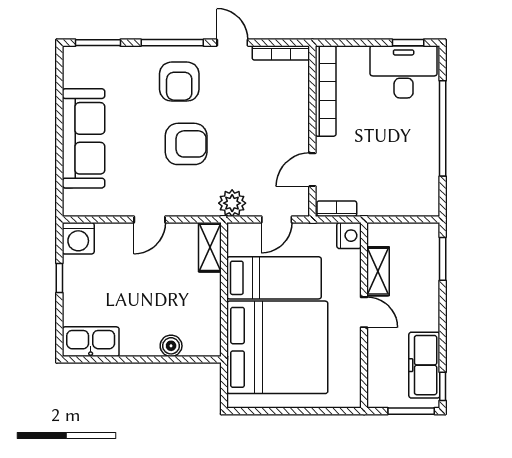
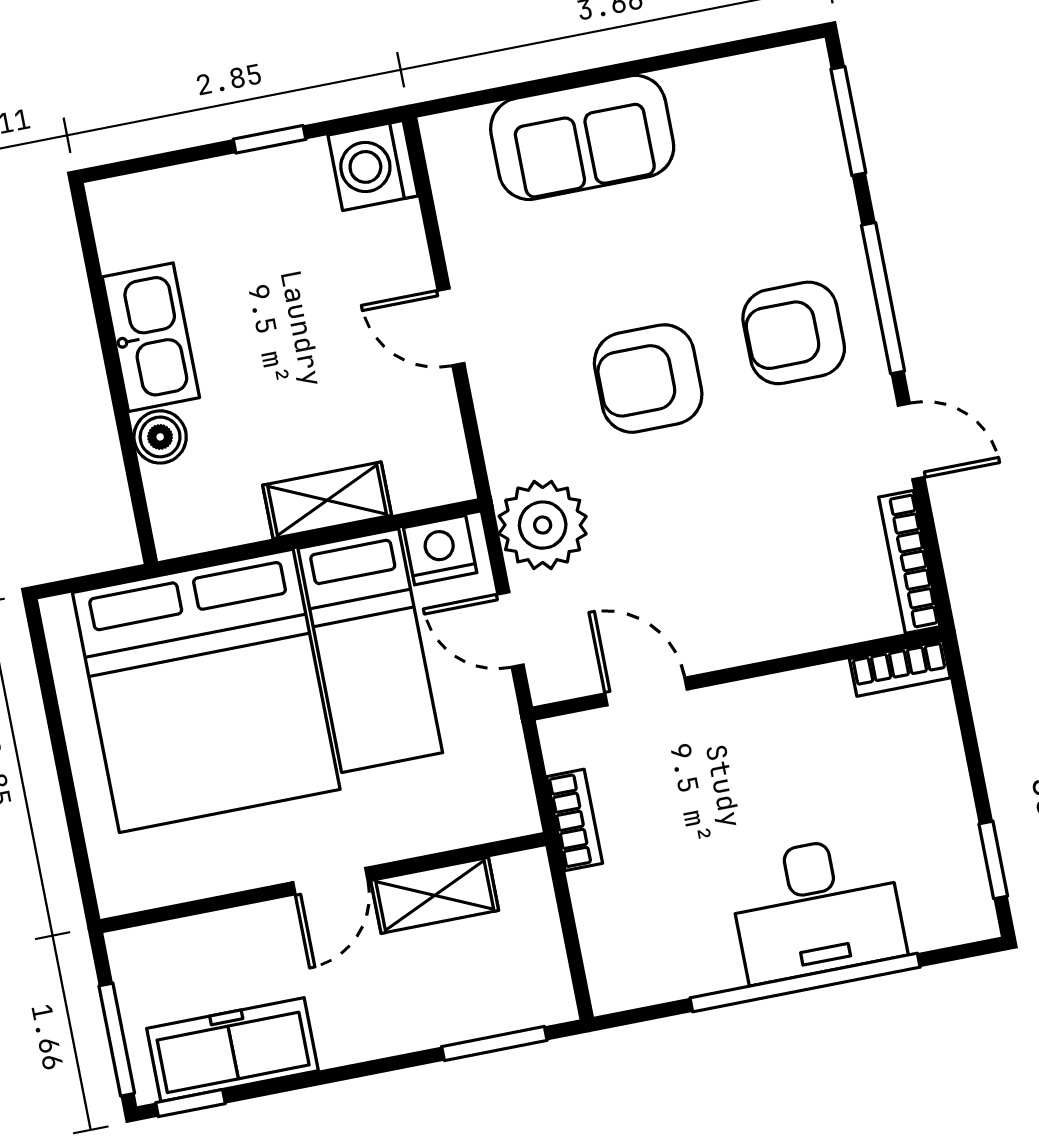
door: (232, 43) -> (911, 441), hinge flipped
desk: (404, 72) -> (817, 908), moved, turned 90
bookcase: (326, 91) -> (900, 668), width x0.43, depth x0.76
sofa: (83, 138) -> (582, 138), width x0.73
armchair: (186, 144) -> (648, 379), turned 90
plant: (232, 203) -> (543, 525), width x1.36, depth x1.36
bookcase: (337, 209) -> (575, 820), moved
nightstand: (349, 236) -> (440, 550), moved, turned 180
shelving: (210, 247) -> (327, 500), moved
kitchen sink: (91, 342) -> (151, 337), moved

